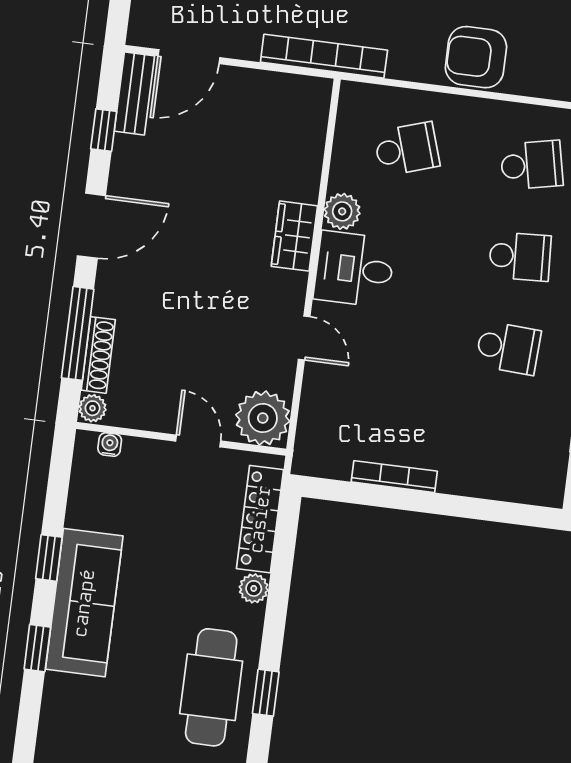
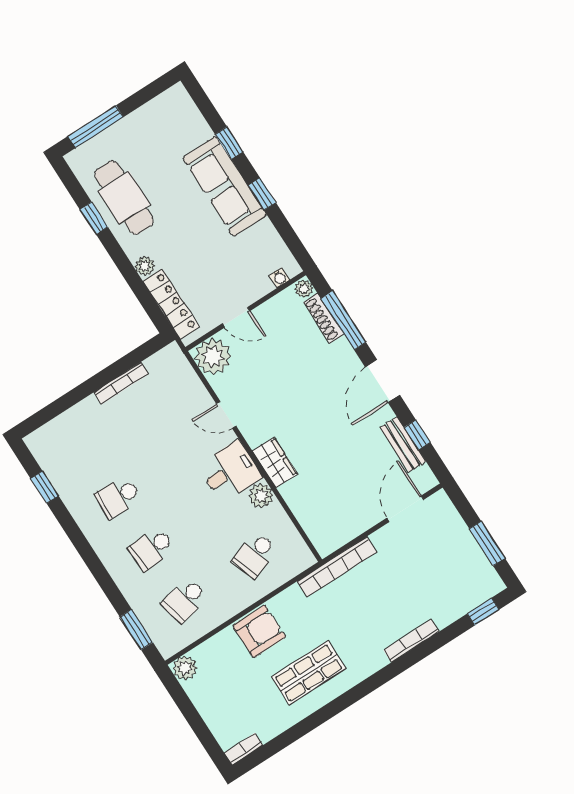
bench: (134, 94) -> (403, 444), moved

